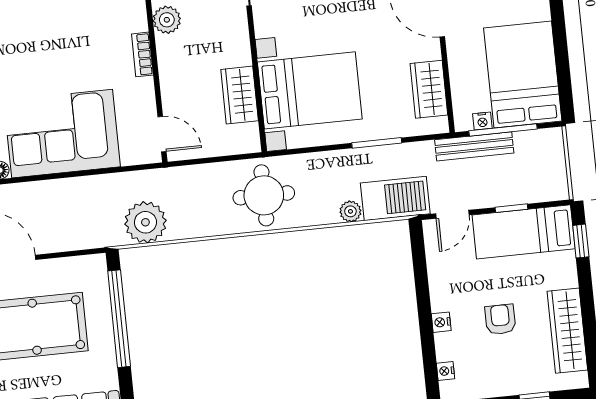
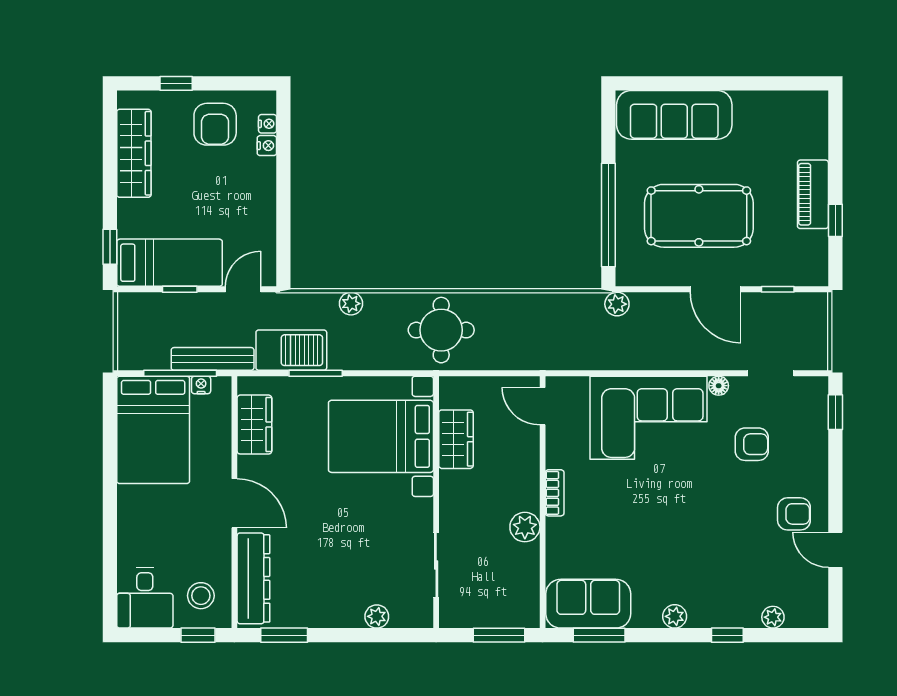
barbecue: (395, 198) -> (291, 350), moved, turned 180
plant: (145, 222) -> (617, 304), moved, width x0.53, depth x0.53
armchair: (500, 319) -> (215, 124), moved, width x1.38, depth x1.38
nightstand: (441, 322) -> (267, 146), moved

